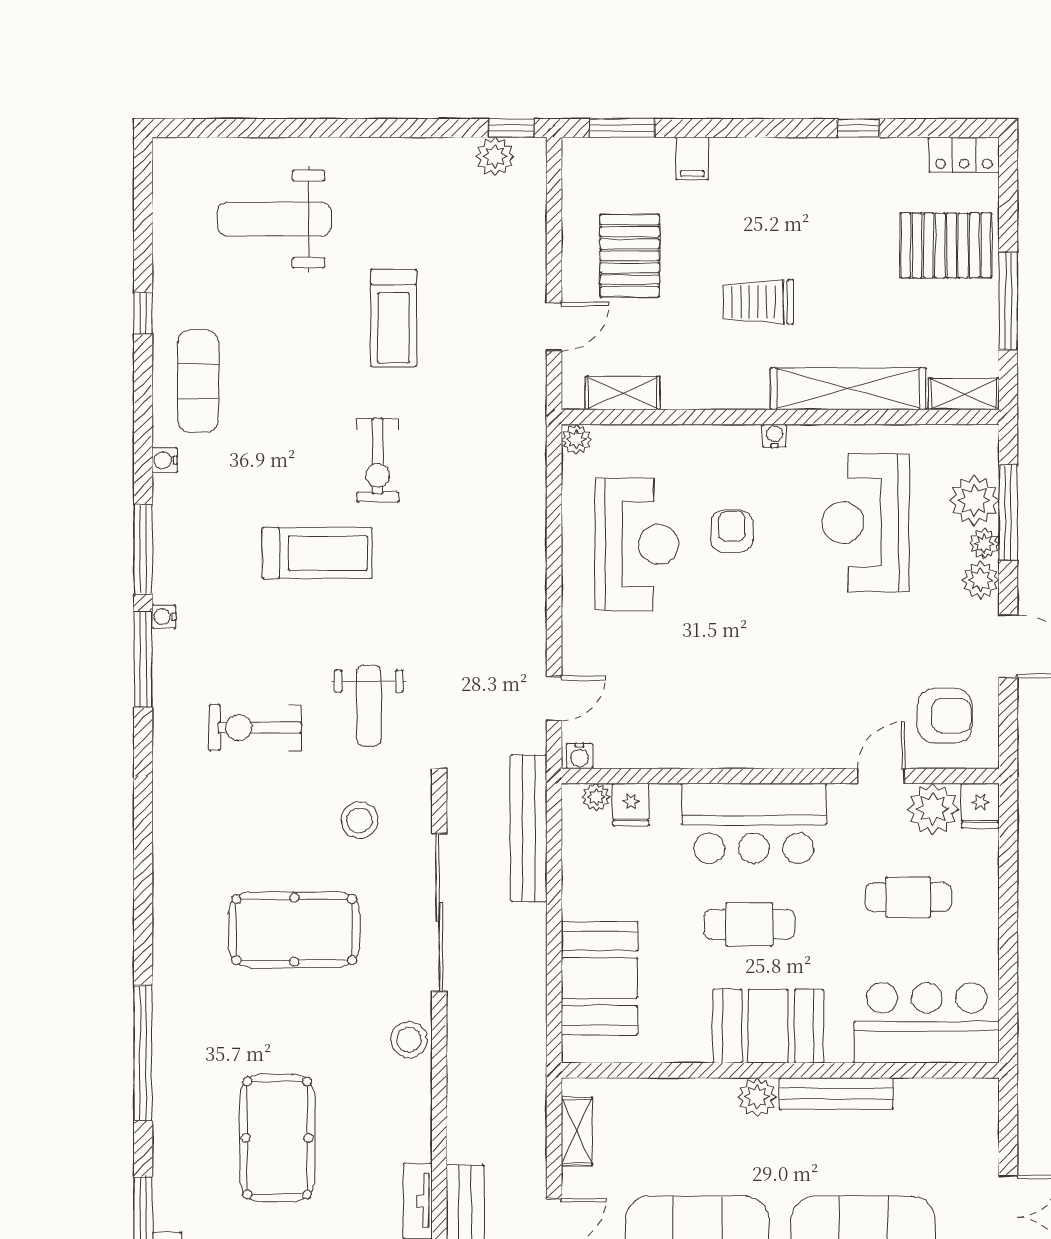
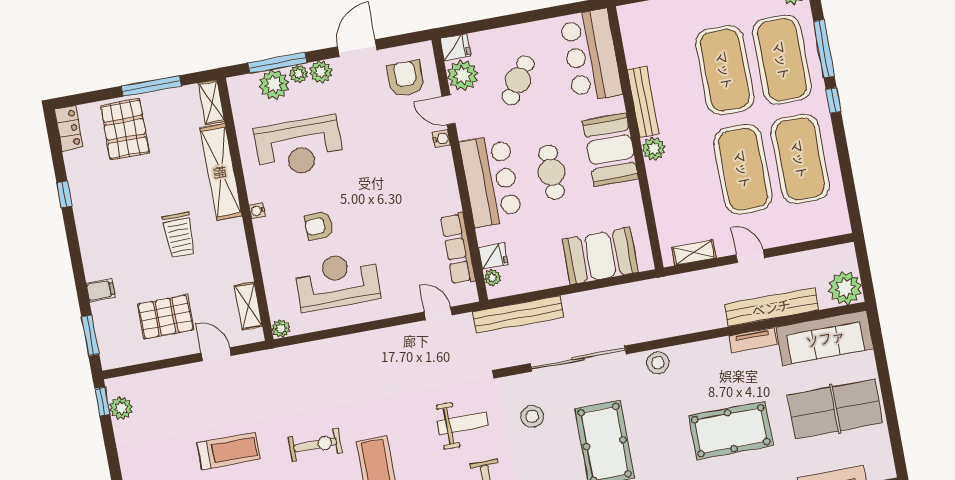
row of seats: (654, 750) -> (458, 248), added
water cooler: (579, 756) -> (442, 139), moved
cafe table: (908, 897) -> (518, 80), turned 34

